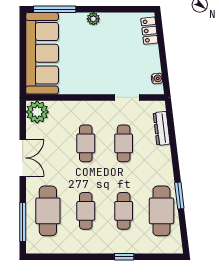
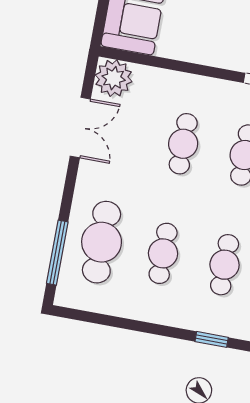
double door: (23, 158) -> (80, 128), moved

